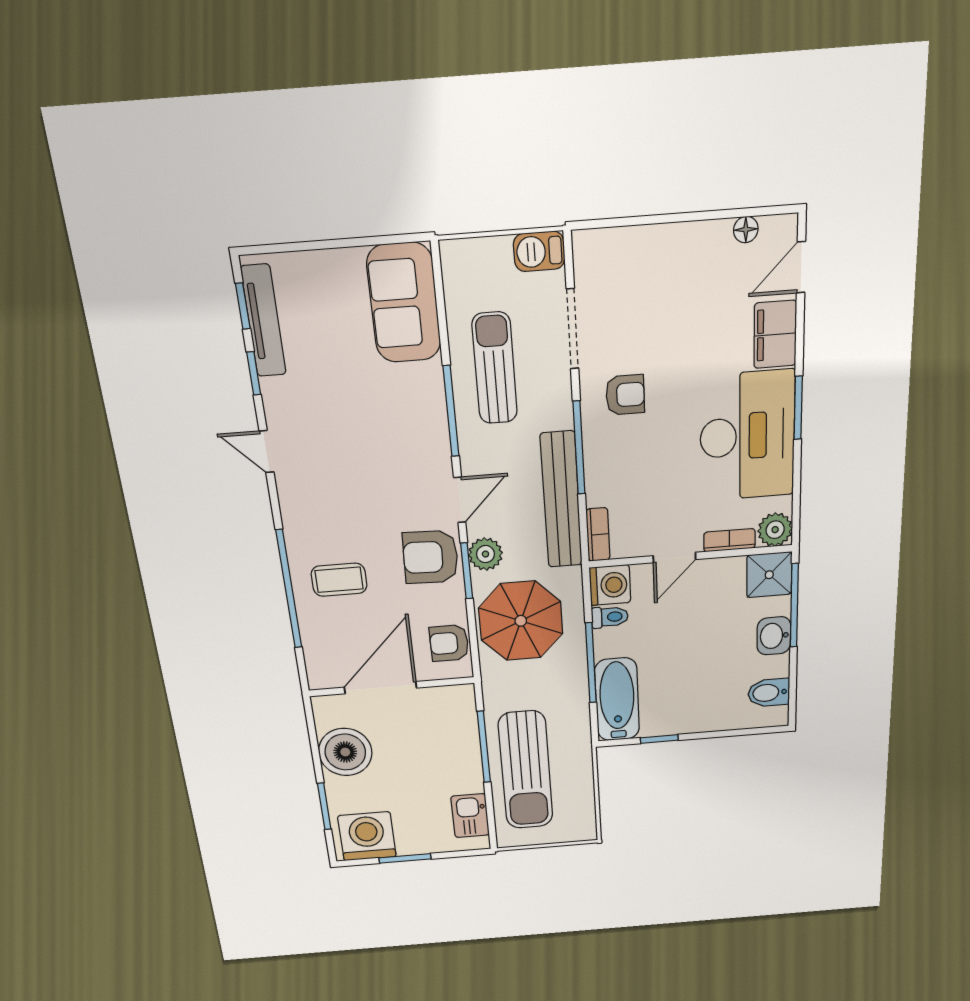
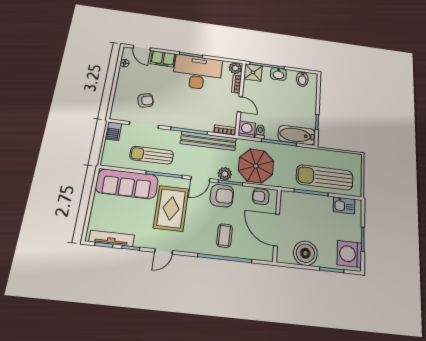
sofa: (404, 303) -> (127, 184), width x1.36
armchair: (625, 395) -> (146, 100), moved, turned 76
rug: (371, 446) -> (171, 208), added
door: (460, 500) -> (200, 179), swing flipped
armchair: (431, 557) -> (222, 196), turned -92
armchair: (449, 643) -> (261, 197), turned 90
sun lounger: (526, 770) -> (325, 177), turned 180

